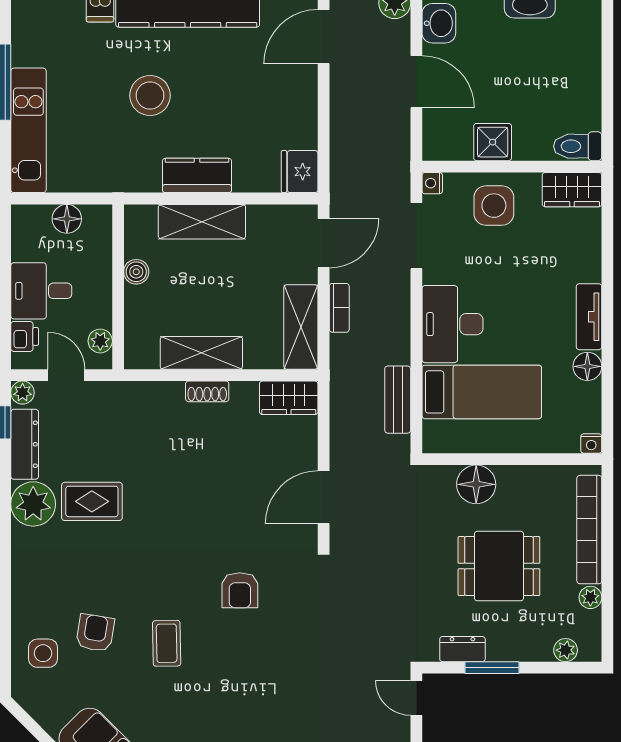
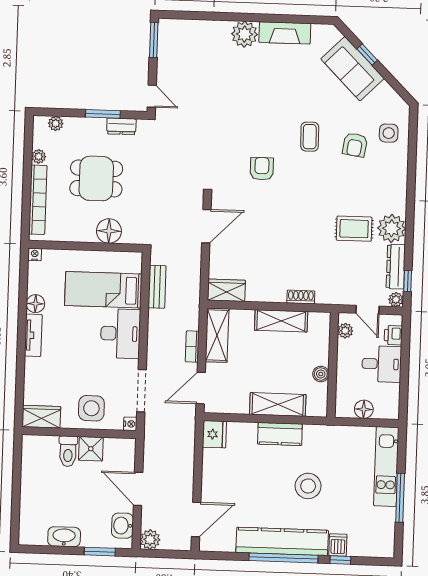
toilet: (578, 146) -> (68, 451), moved, turned 90
shoe rack: (207, 391) -> (301, 297), moved

